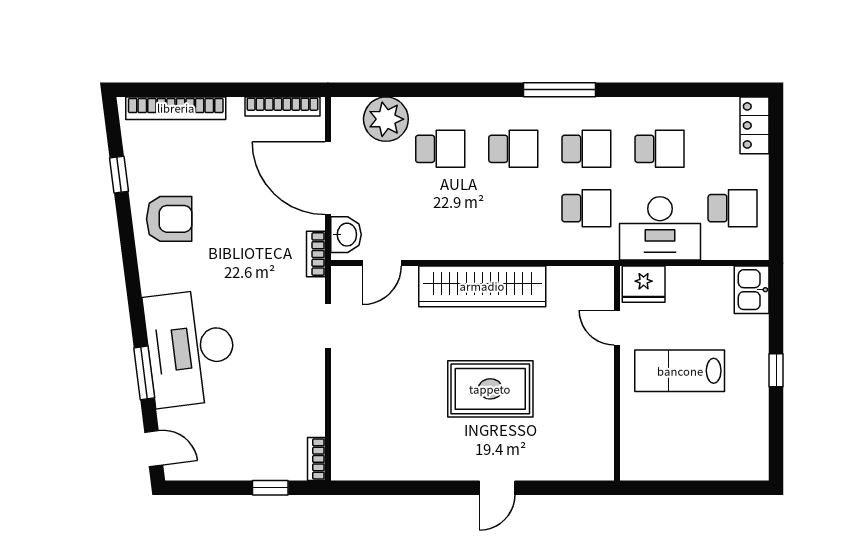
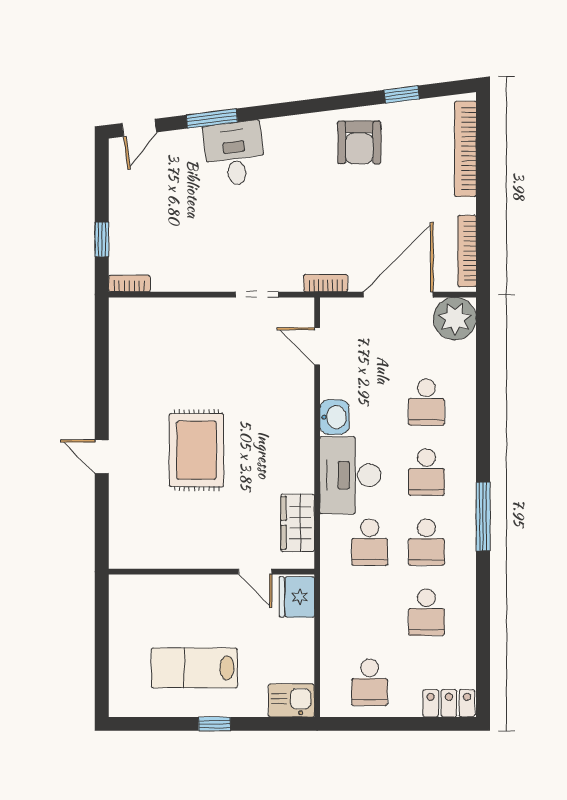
plant: (386, 119) -> (455, 319), moved
desk: (660, 228) -> (350, 475), moved
washbasin: (346, 235) -> (334, 417), moved, turned -90
wardrobe: (482, 286) -> (298, 523), moved, width x0.48, depth x0.85
door: (617, 328) -> (255, 572), swing flipped
desk: (191, 348) -> (235, 154), width x0.53, depth x0.77
lab bench: (680, 371) -> (194, 668), moved, turned -90

